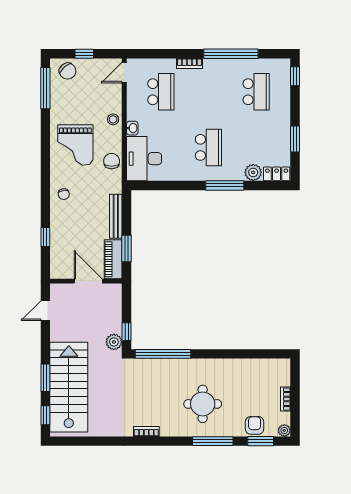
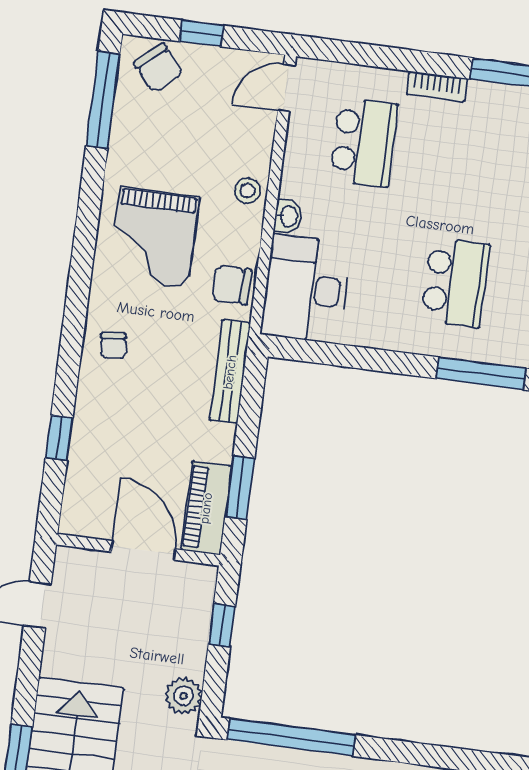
chair: (112, 161) -> (232, 285), turned -90
bench: (116, 216) -> (230, 372), moved
window: (127, 332) -> (222, 625), moved

